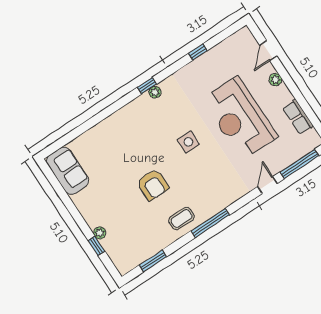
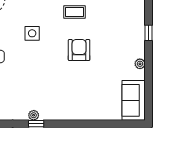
side table: (188, 142) -> (32, 33), moved
plant: (100, 233) -> (140, 64), moved

